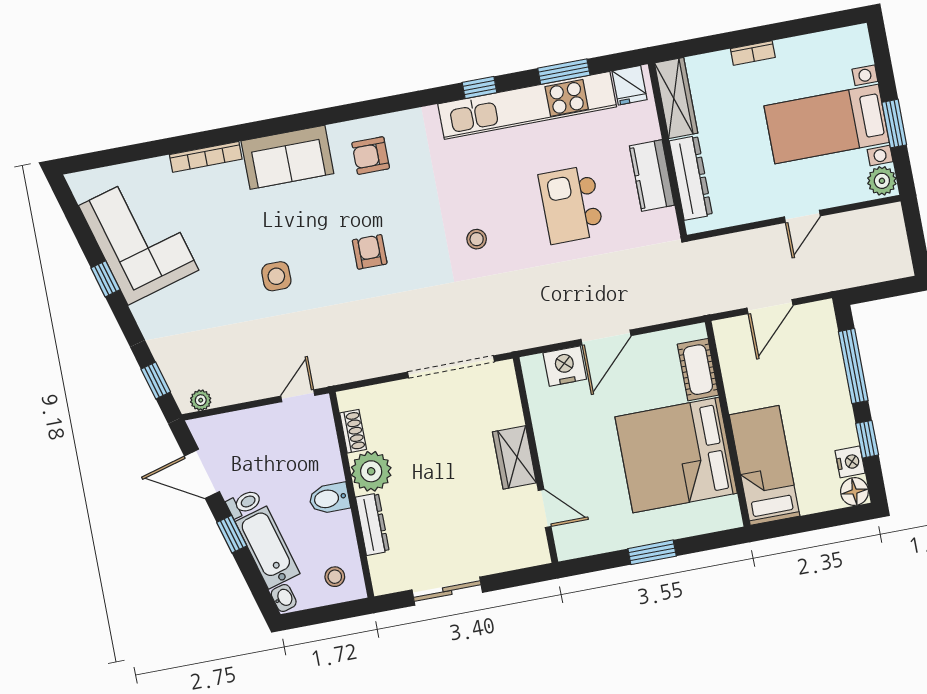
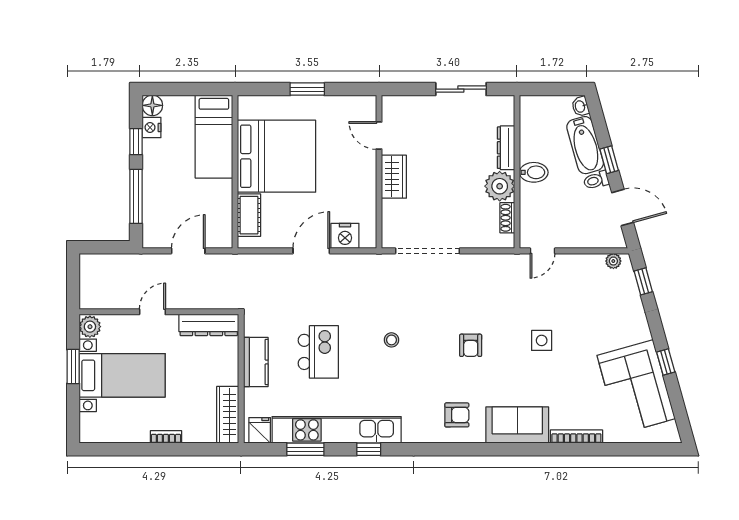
dresser: (691, 178) -> (209, 325), moved, turned -90
stool: (335, 577) -> (540, 115), removed

